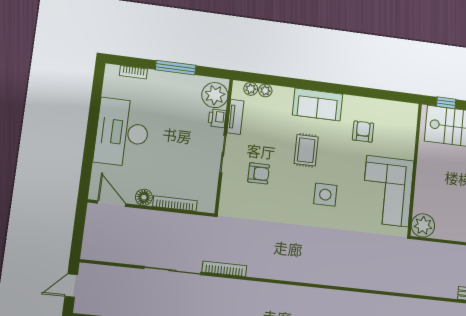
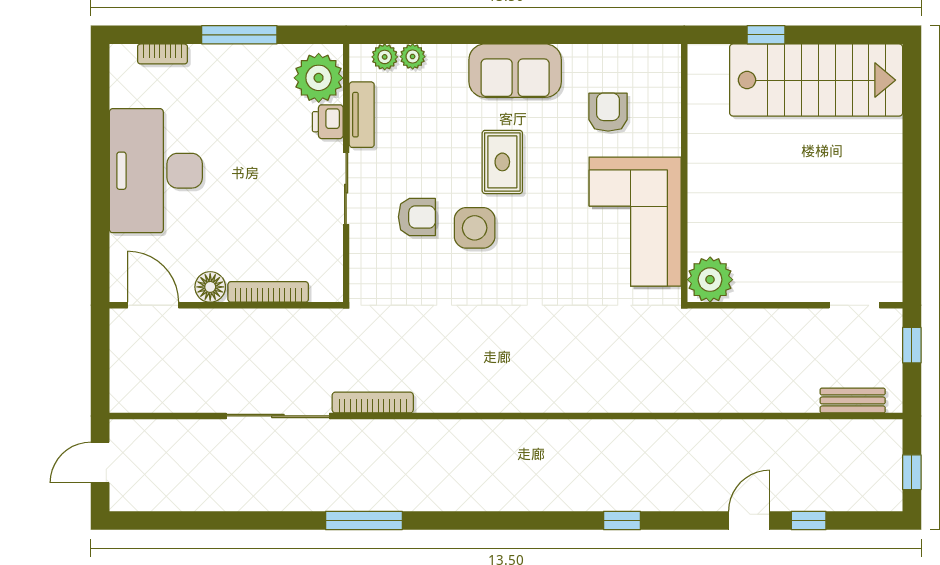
wall: (415, 169) -> (684, 173), moved
corner sofa: (387, 191) -> (635, 222), moved
side table: (325, 195) -> (475, 228), moved
plant: (423, 225) -> (710, 280), moved

